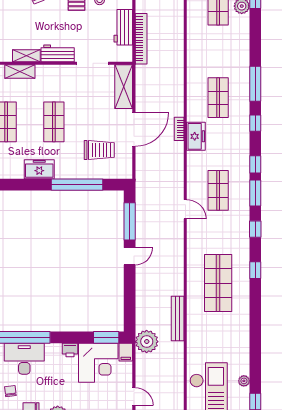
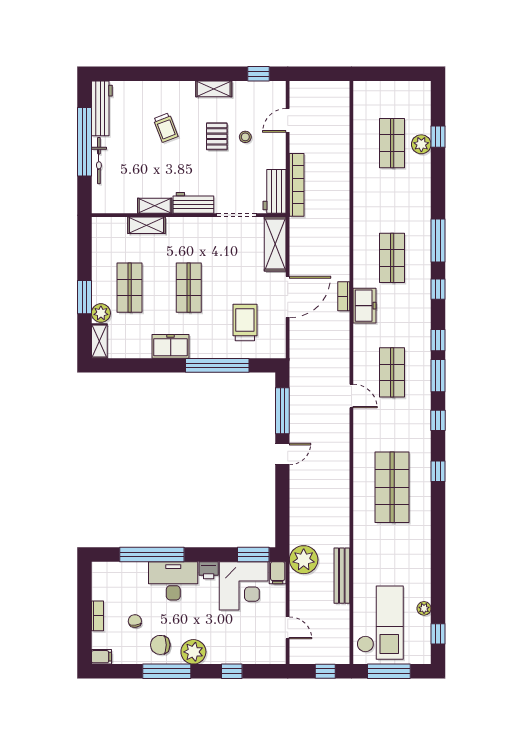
workbench: (123, 27) -> (275, 191), moved
trolley: (99, 150) -> (245, 323), turned -90
bench: (178, 318) -> (342, 576), moved
desk: (24, 359) -> (173, 581), moved

